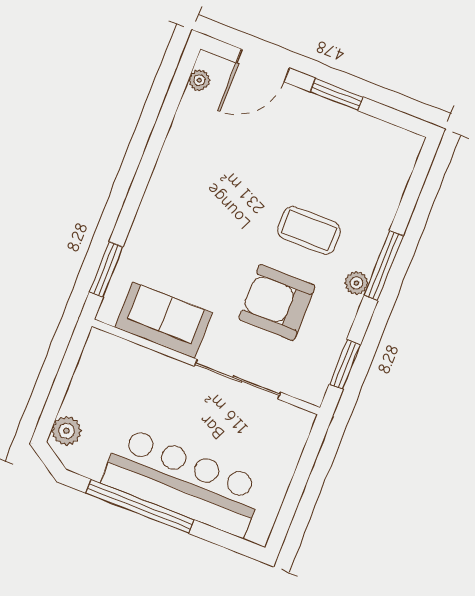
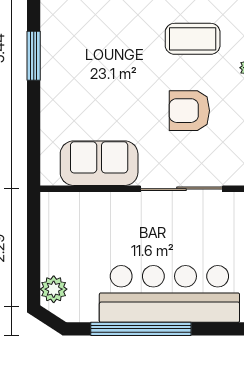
window: (106, 269) -> (34, 56), moved
armchair: (277, 302) -> (189, 111), width x0.73, depth x0.73

